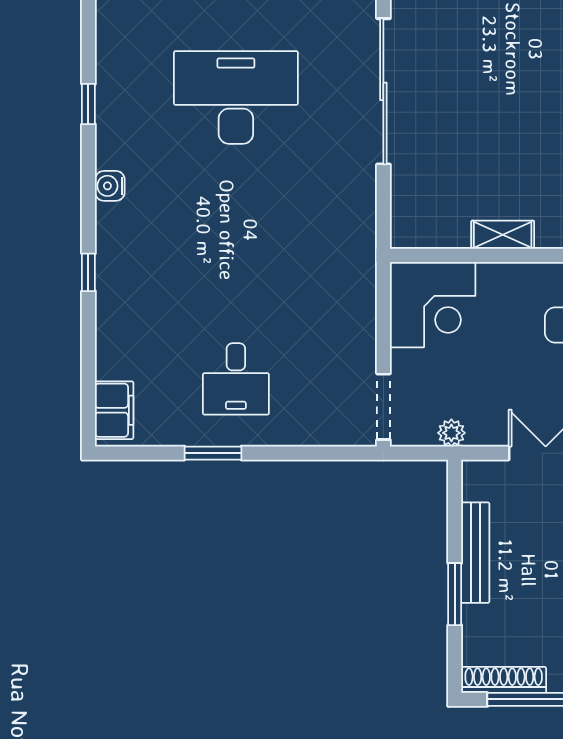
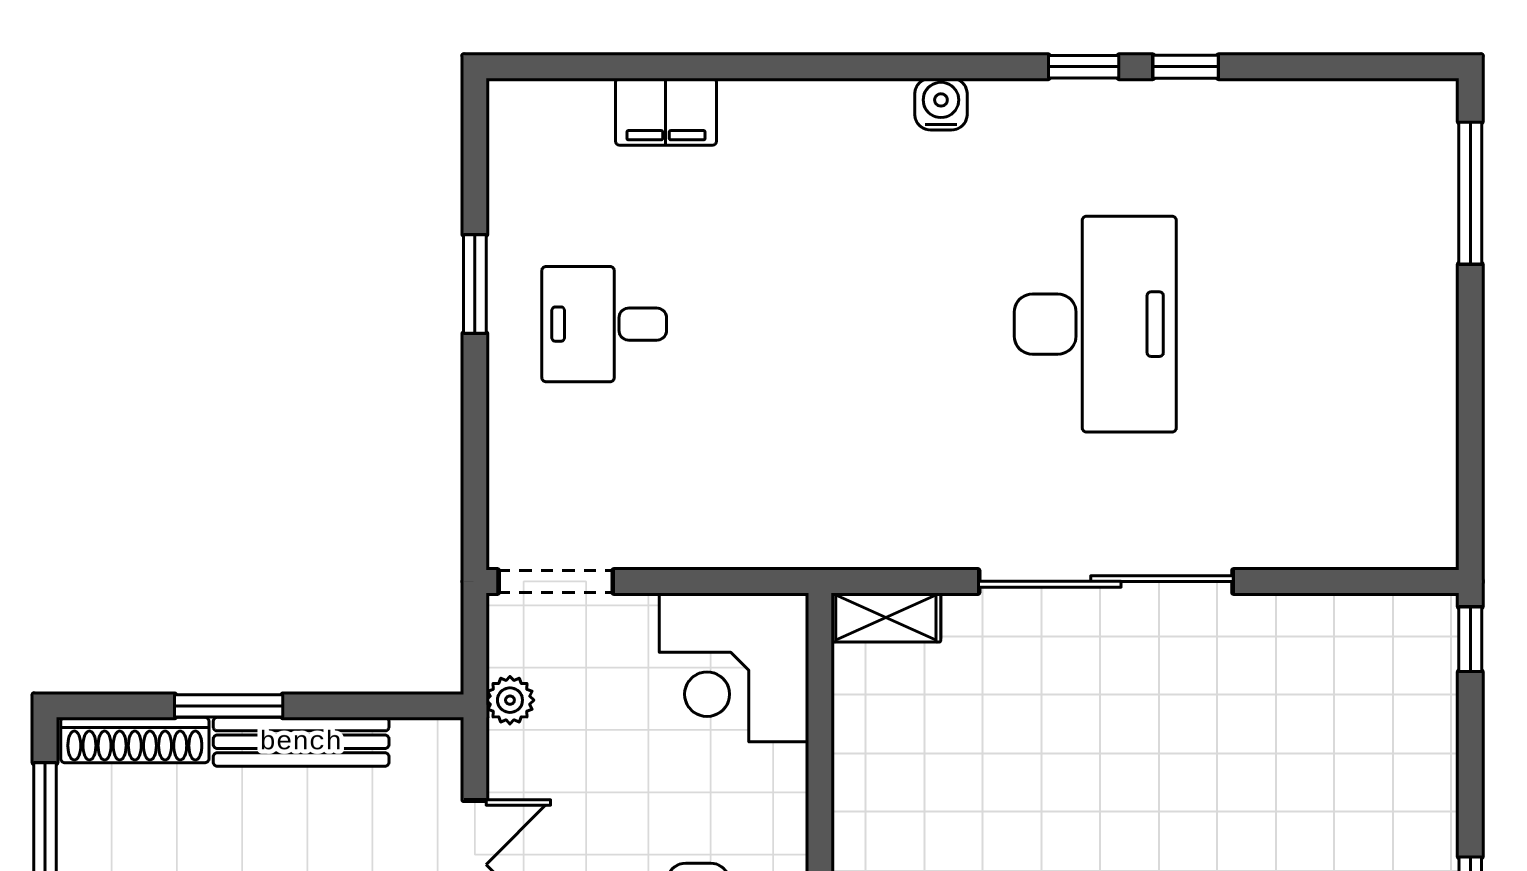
shelving: (503, 235) -> (886, 617), moved, turned 90
window: (88, 272) -> (1186, 67), moved
filing cabinet: (114, 410) -> (666, 112), moved
shoe rack: (504, 680) -> (135, 740), moved, turned 90

